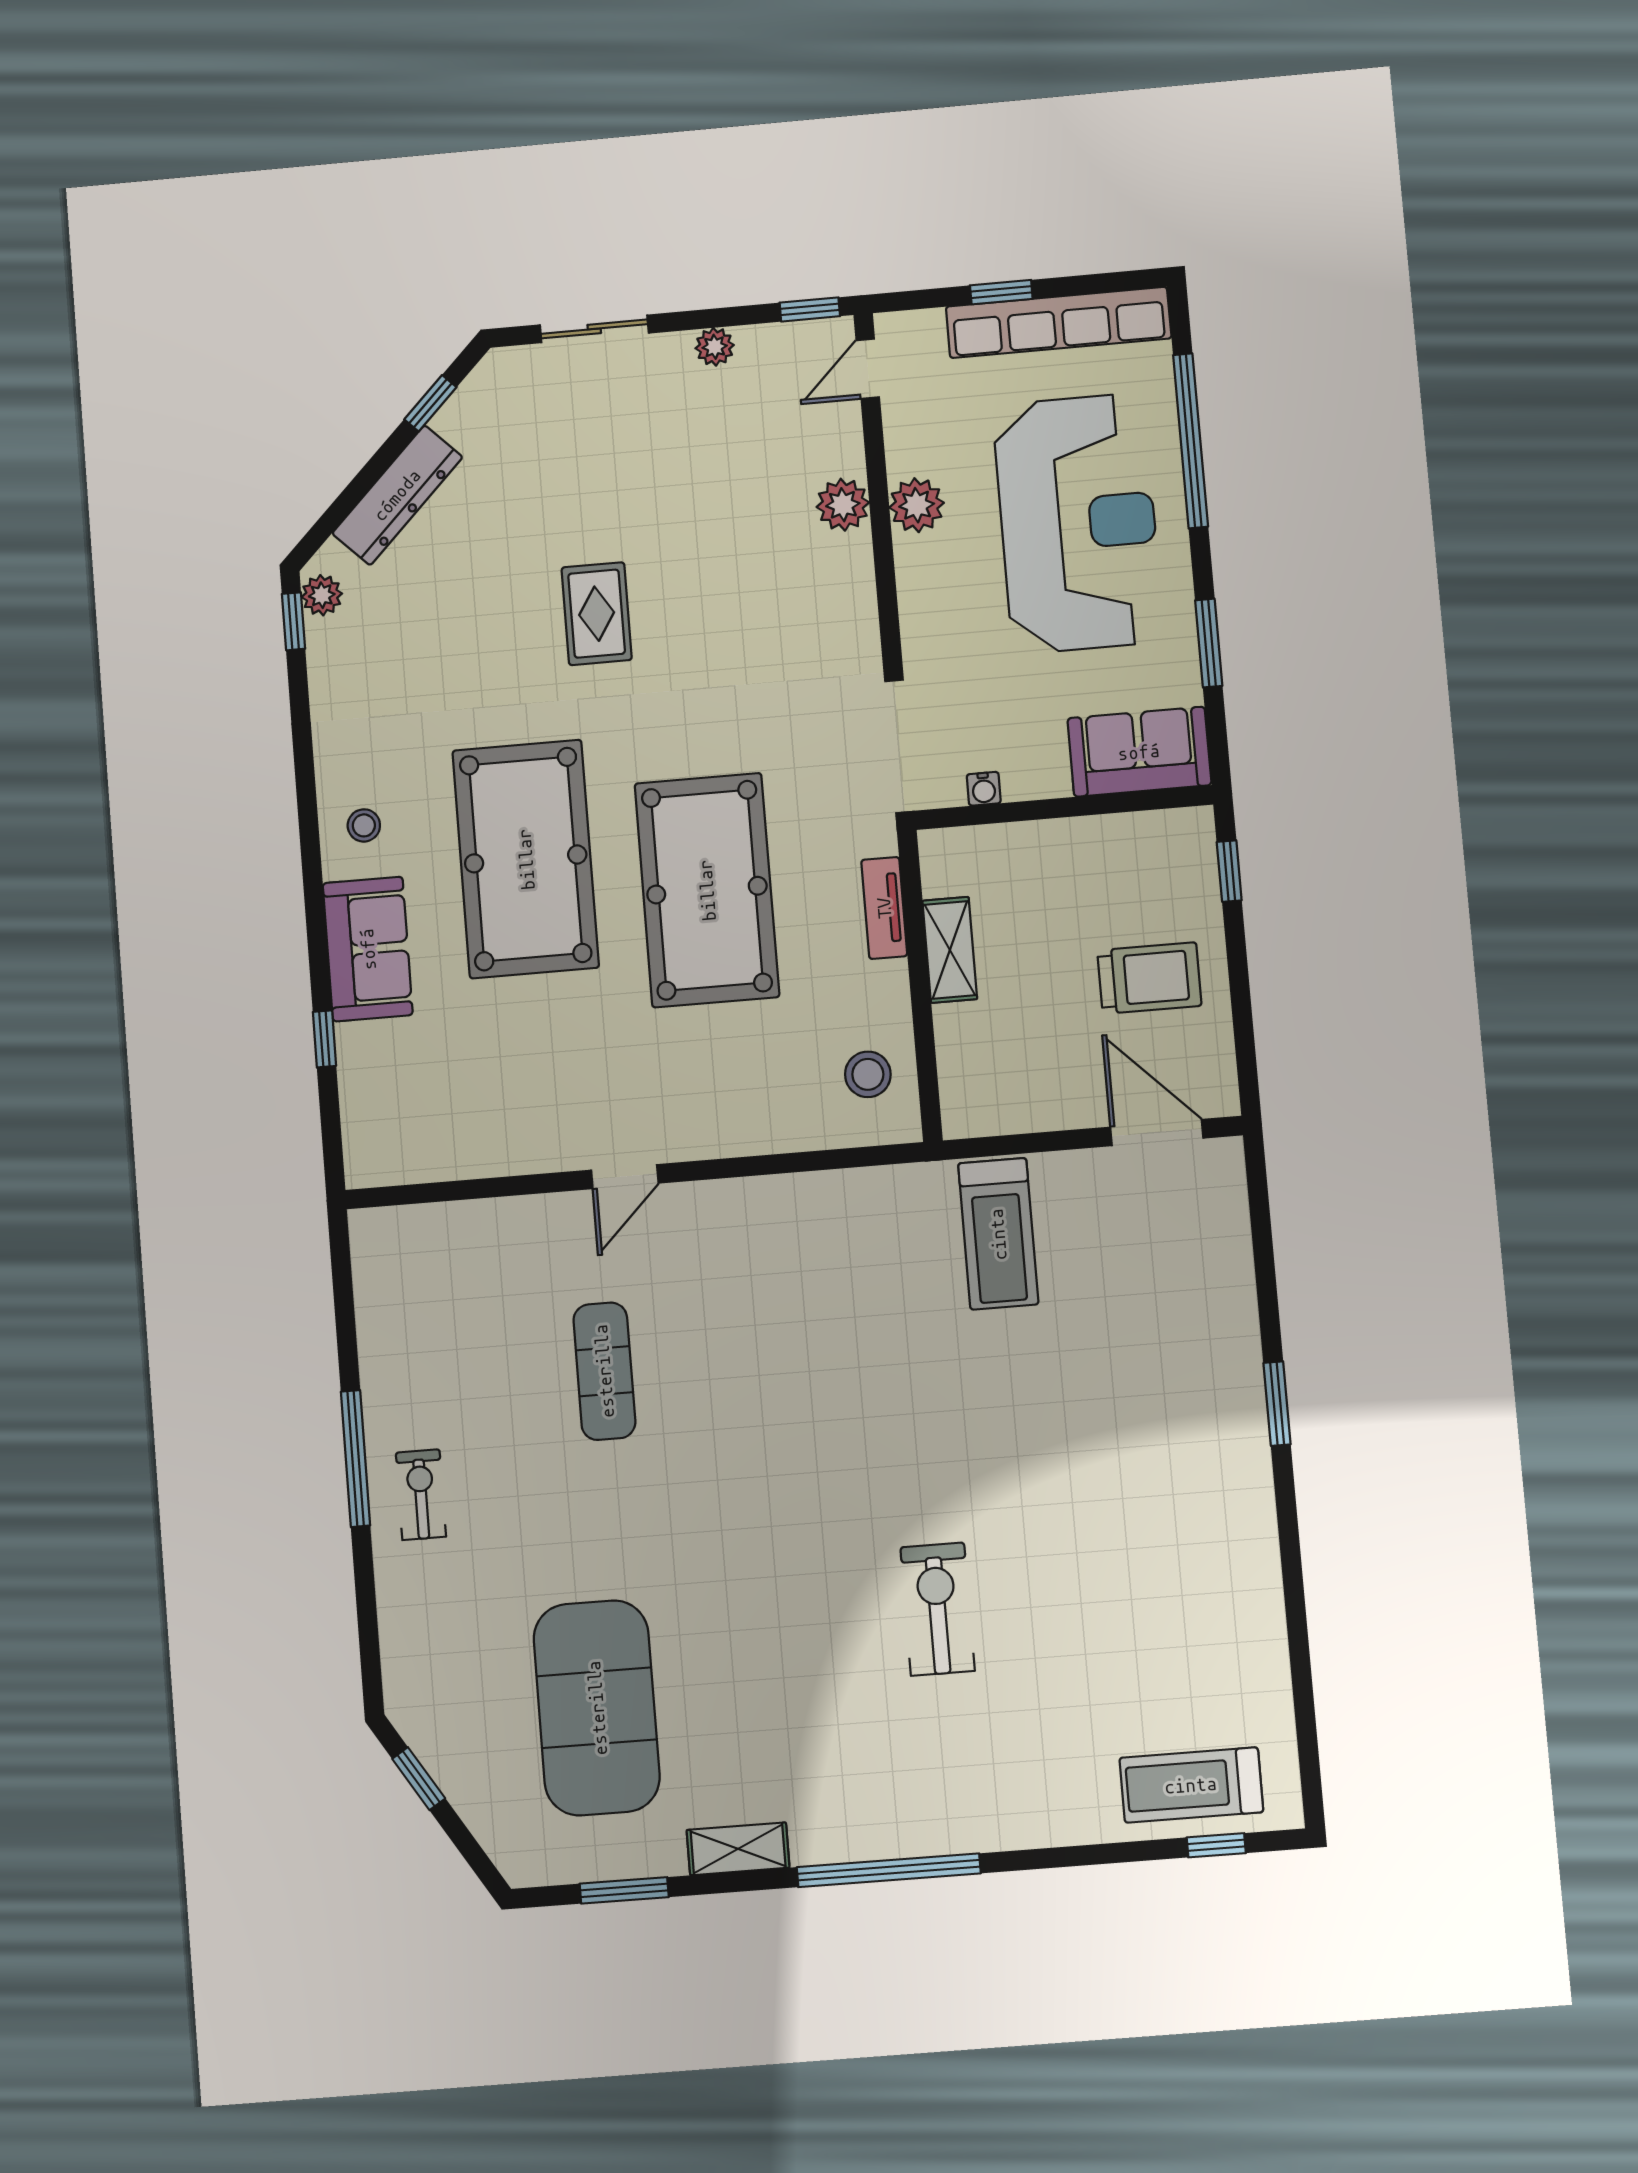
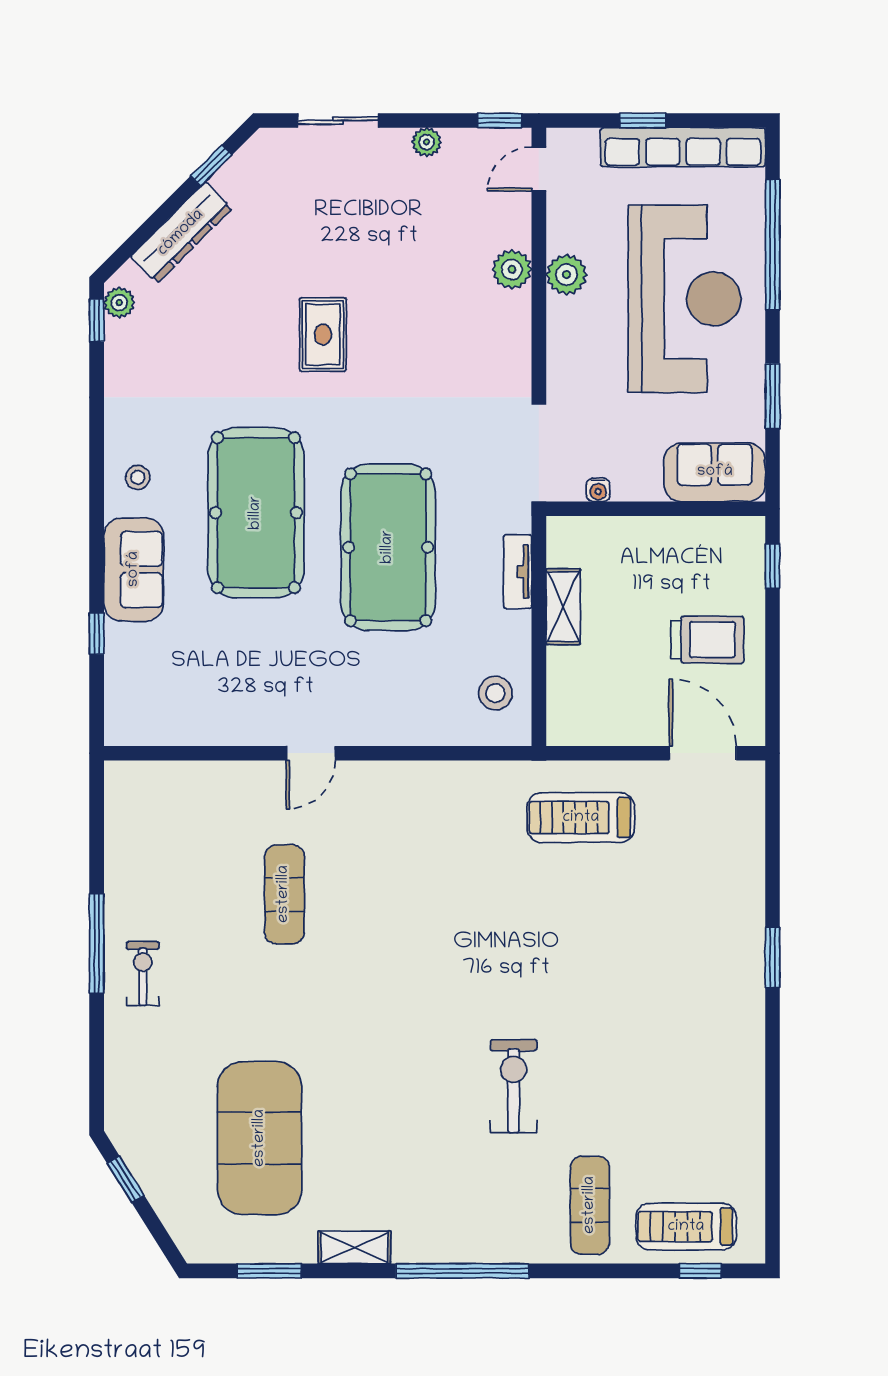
treadmill: (998, 1234) -> (581, 818), turned 90
exercise mat: (1056, 1766) -> (590, 1205), added

